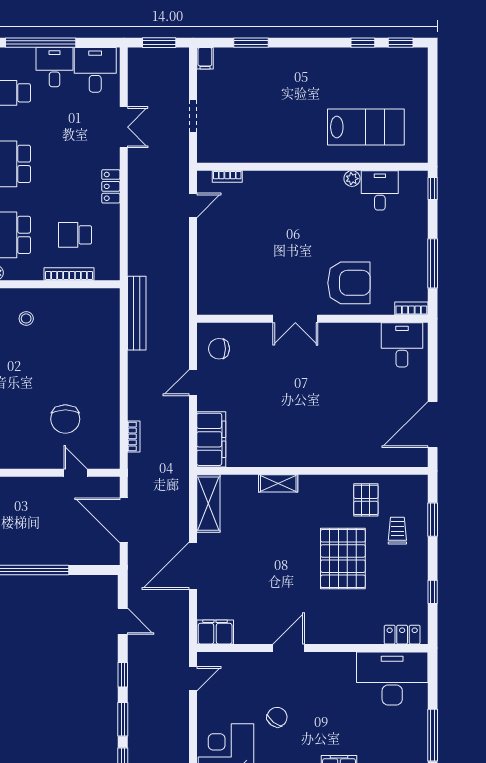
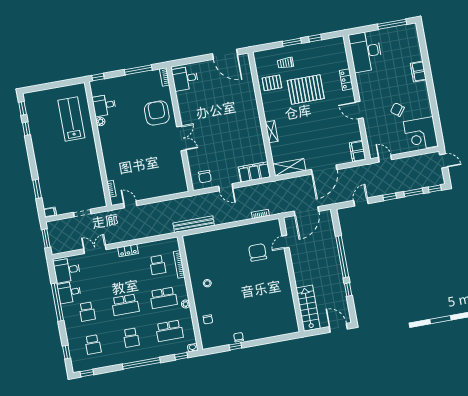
chair: (65, 419) -> (258, 252), turned -90
window: (433, 520) -> (292, 42), moved
door: (193, 566) -> (324, 170), hinge flipped
locker: (402, 635) -> (346, 80), moved

